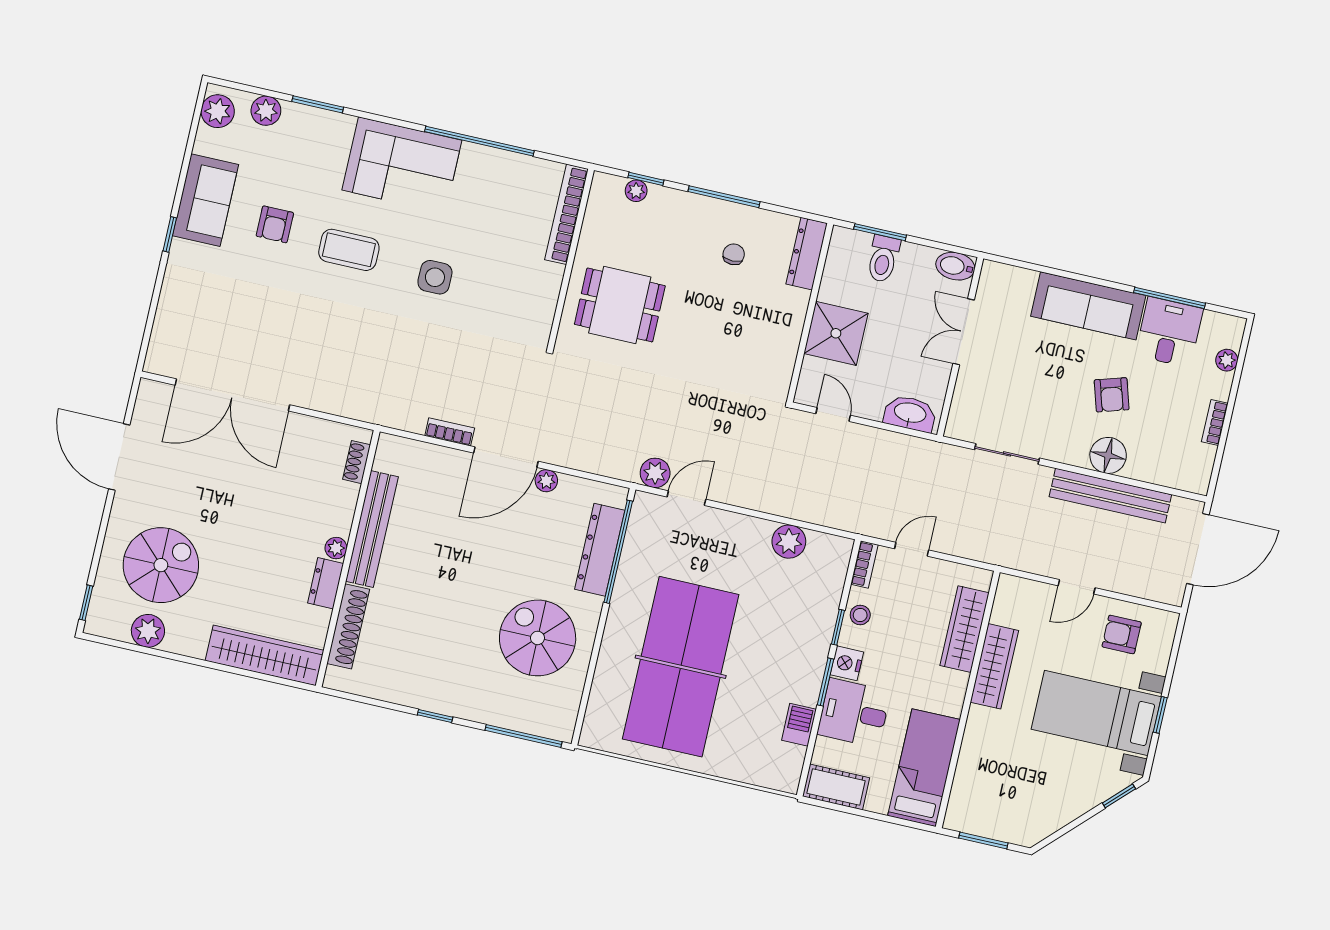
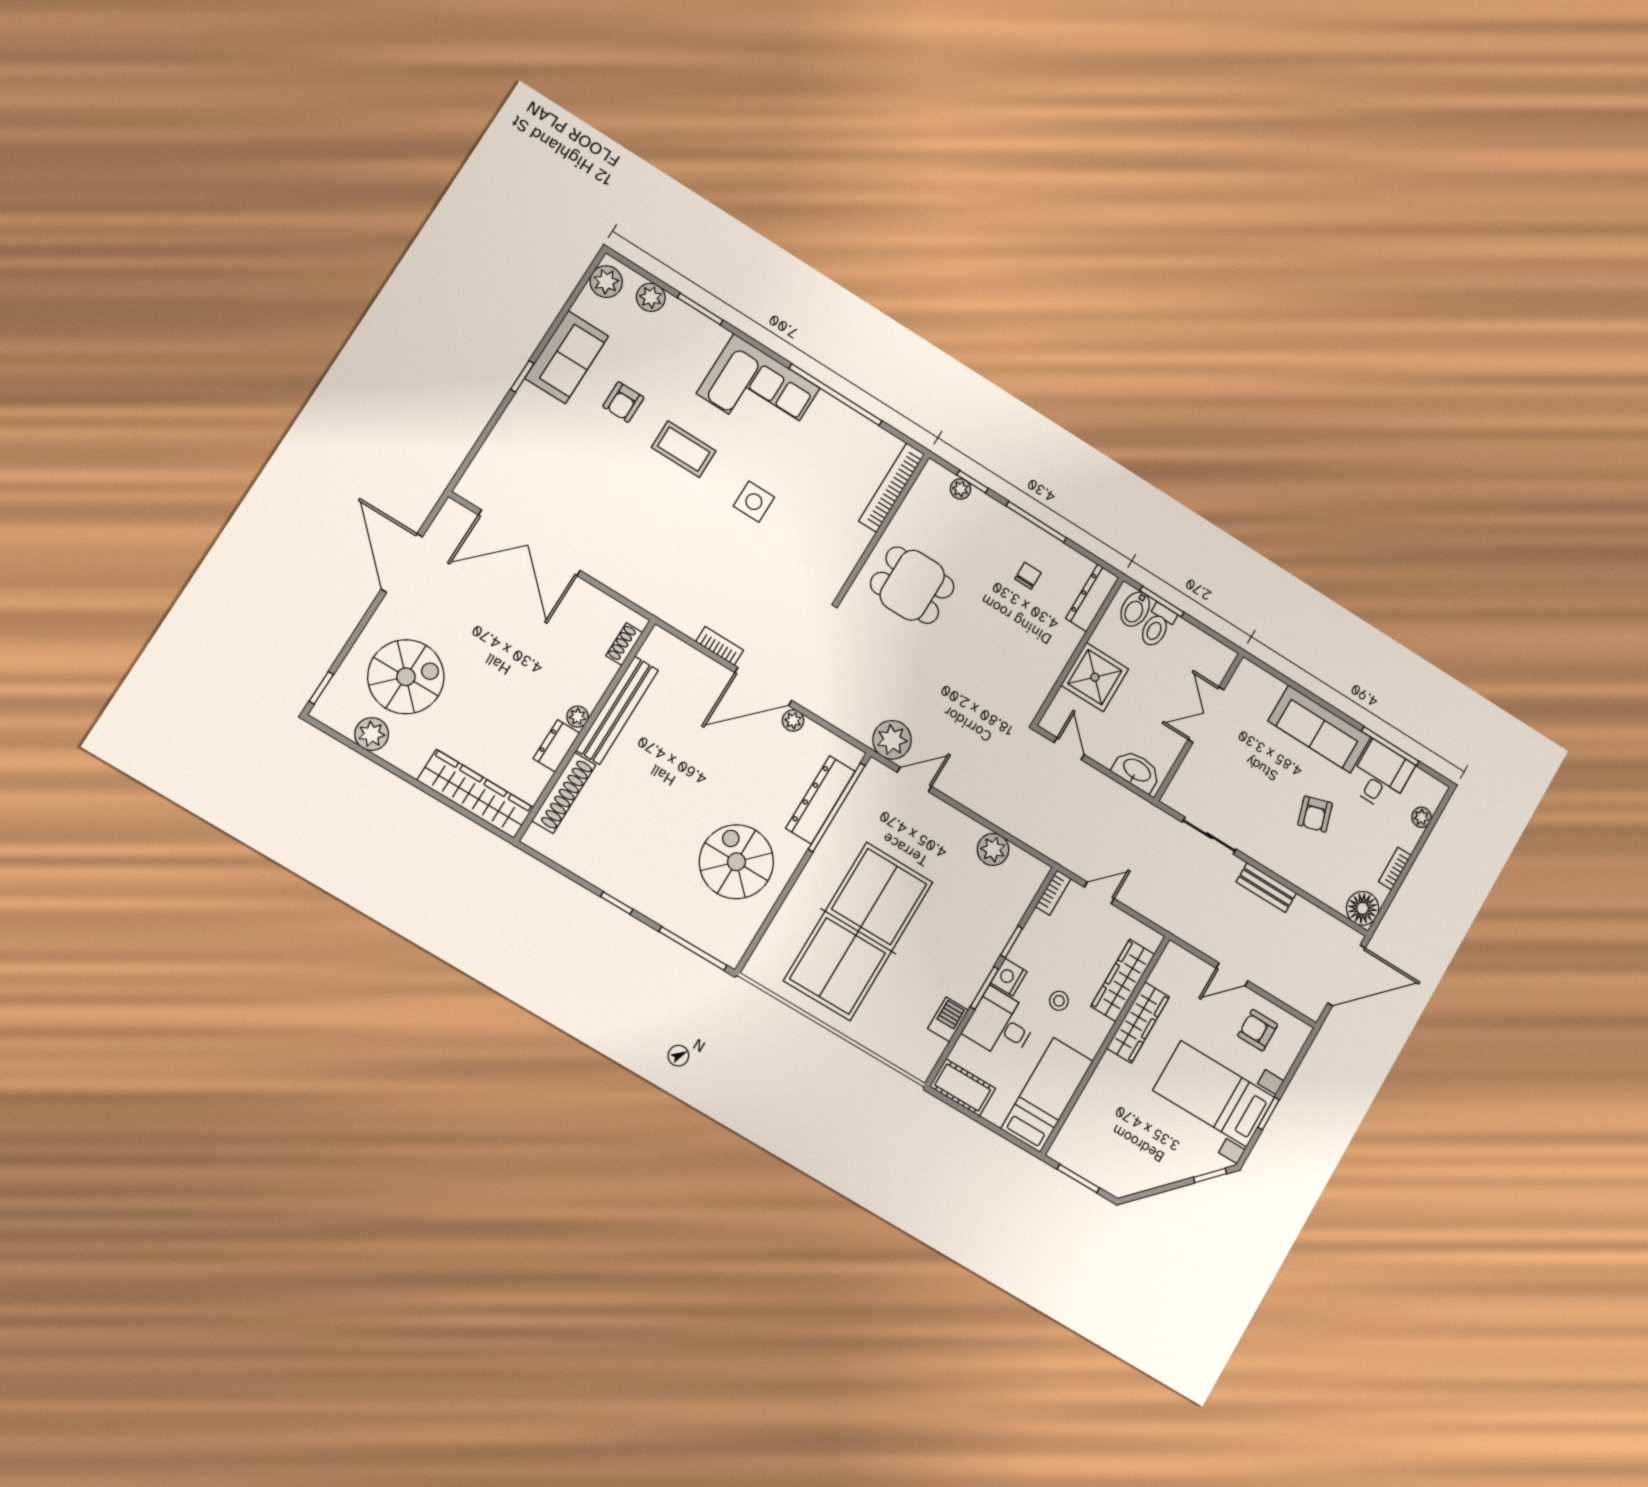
bidet: (955, 266) -> (1135, 609), moved, turned -90
floor lamp: (1108, 455) -> (1363, 908), moved
plant: (655, 473) -> (892, 740), width x1.36, depth x1.36
bench: (1110, 496) -> (1266, 888), width x0.54, depth x0.82
stool: (860, 615) -> (1059, 1001), moved

